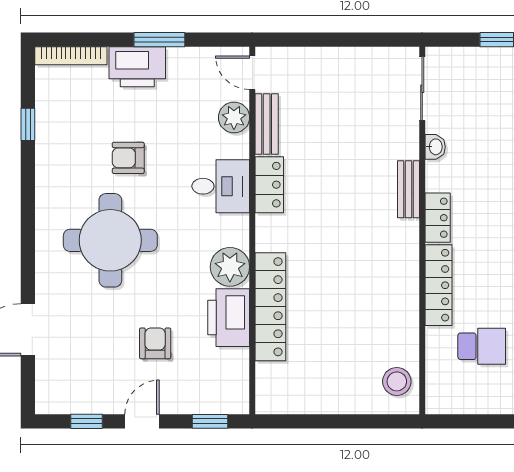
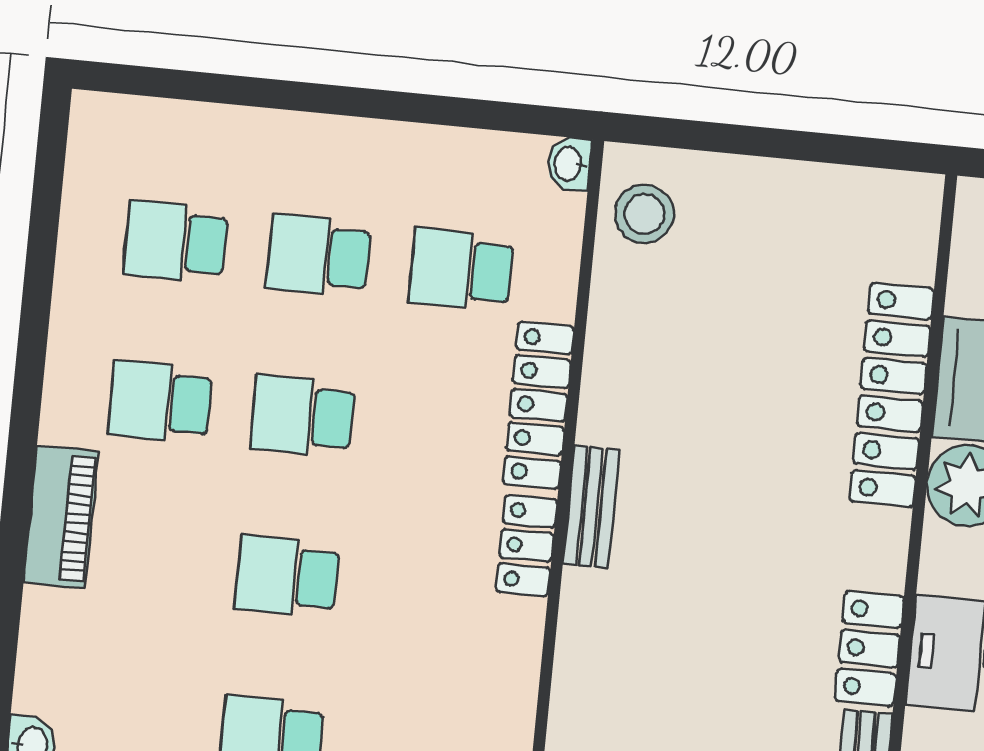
washbasin: (435, 147) -> (569, 164), moved
bench: (409, 189) -> (591, 507), moved

